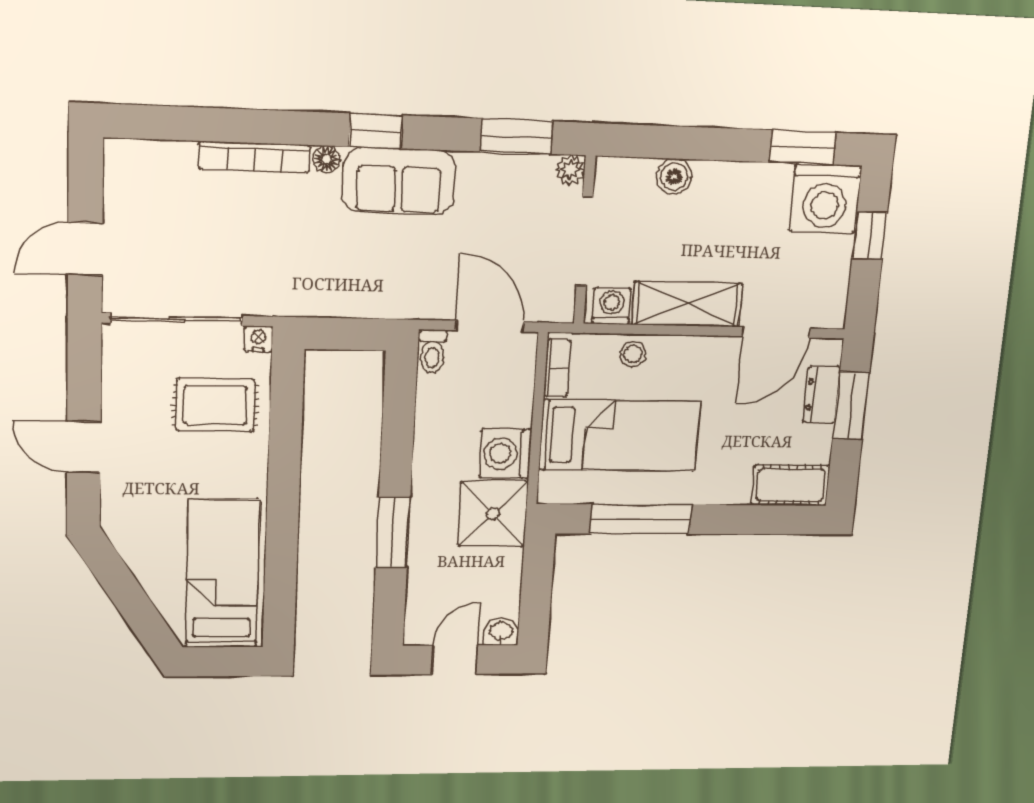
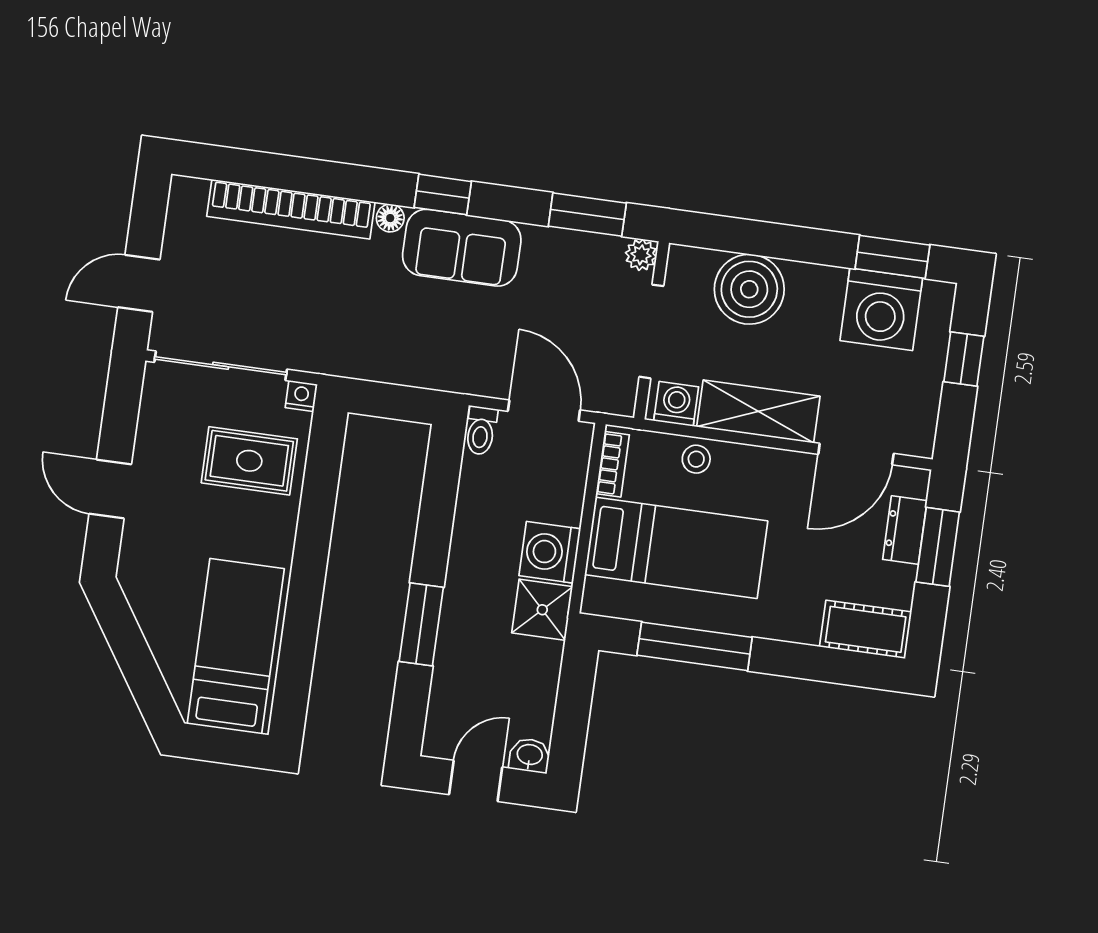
bookcase: (255, 157) -> (291, 209), width x1.48, depth x1.31
boiler: (674, 176) -> (749, 289), width x1.86, depth x1.86
washing machine: (825, 199) -> (881, 309), moved
shower: (493, 514) -> (542, 610), width x0.73, depth x0.73

